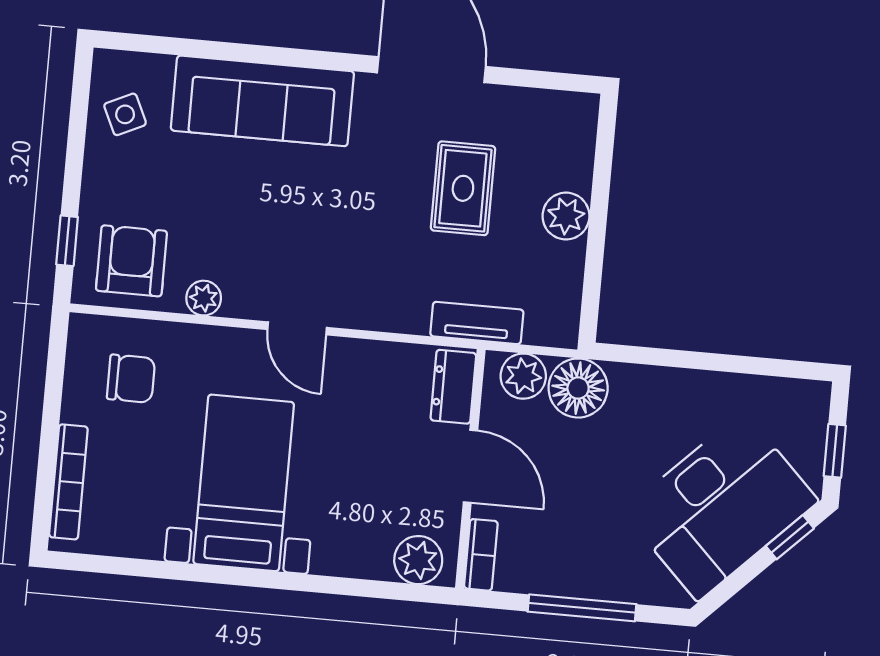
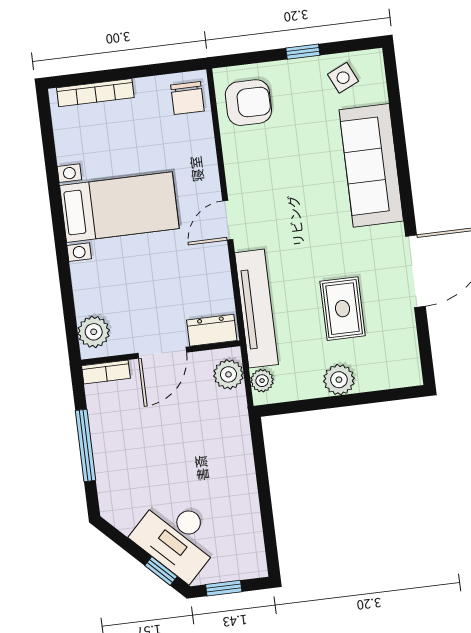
rug: (463, 188) -> (343, 309), turned 90
window: (67, 241) -> (303, 52), moved
plant: (204, 298) -> (262, 381), moved
tv unit: (477, 323) -> (257, 309), width x1.92, depth x1.29
chair: (131, 379) -> (187, 98), moved
floor lamp: (578, 388) -> (228, 412), removed
desk: (721, 506) -> (177, 537), width x0.73, depth x0.77

